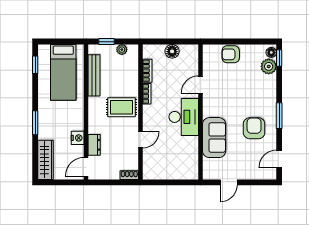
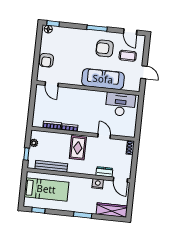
floor lamp: (172, 51) -> (39, 105), removed
plant: (269, 66) -> (59, 32), removed
door: (200, 85) -> (52, 84), moved
desk: (184, 117) -> (120, 104), moved
sofa: (214, 138) -> (103, 79), width x1.36
coffee table: (248, 159) -> (128, 56), added

